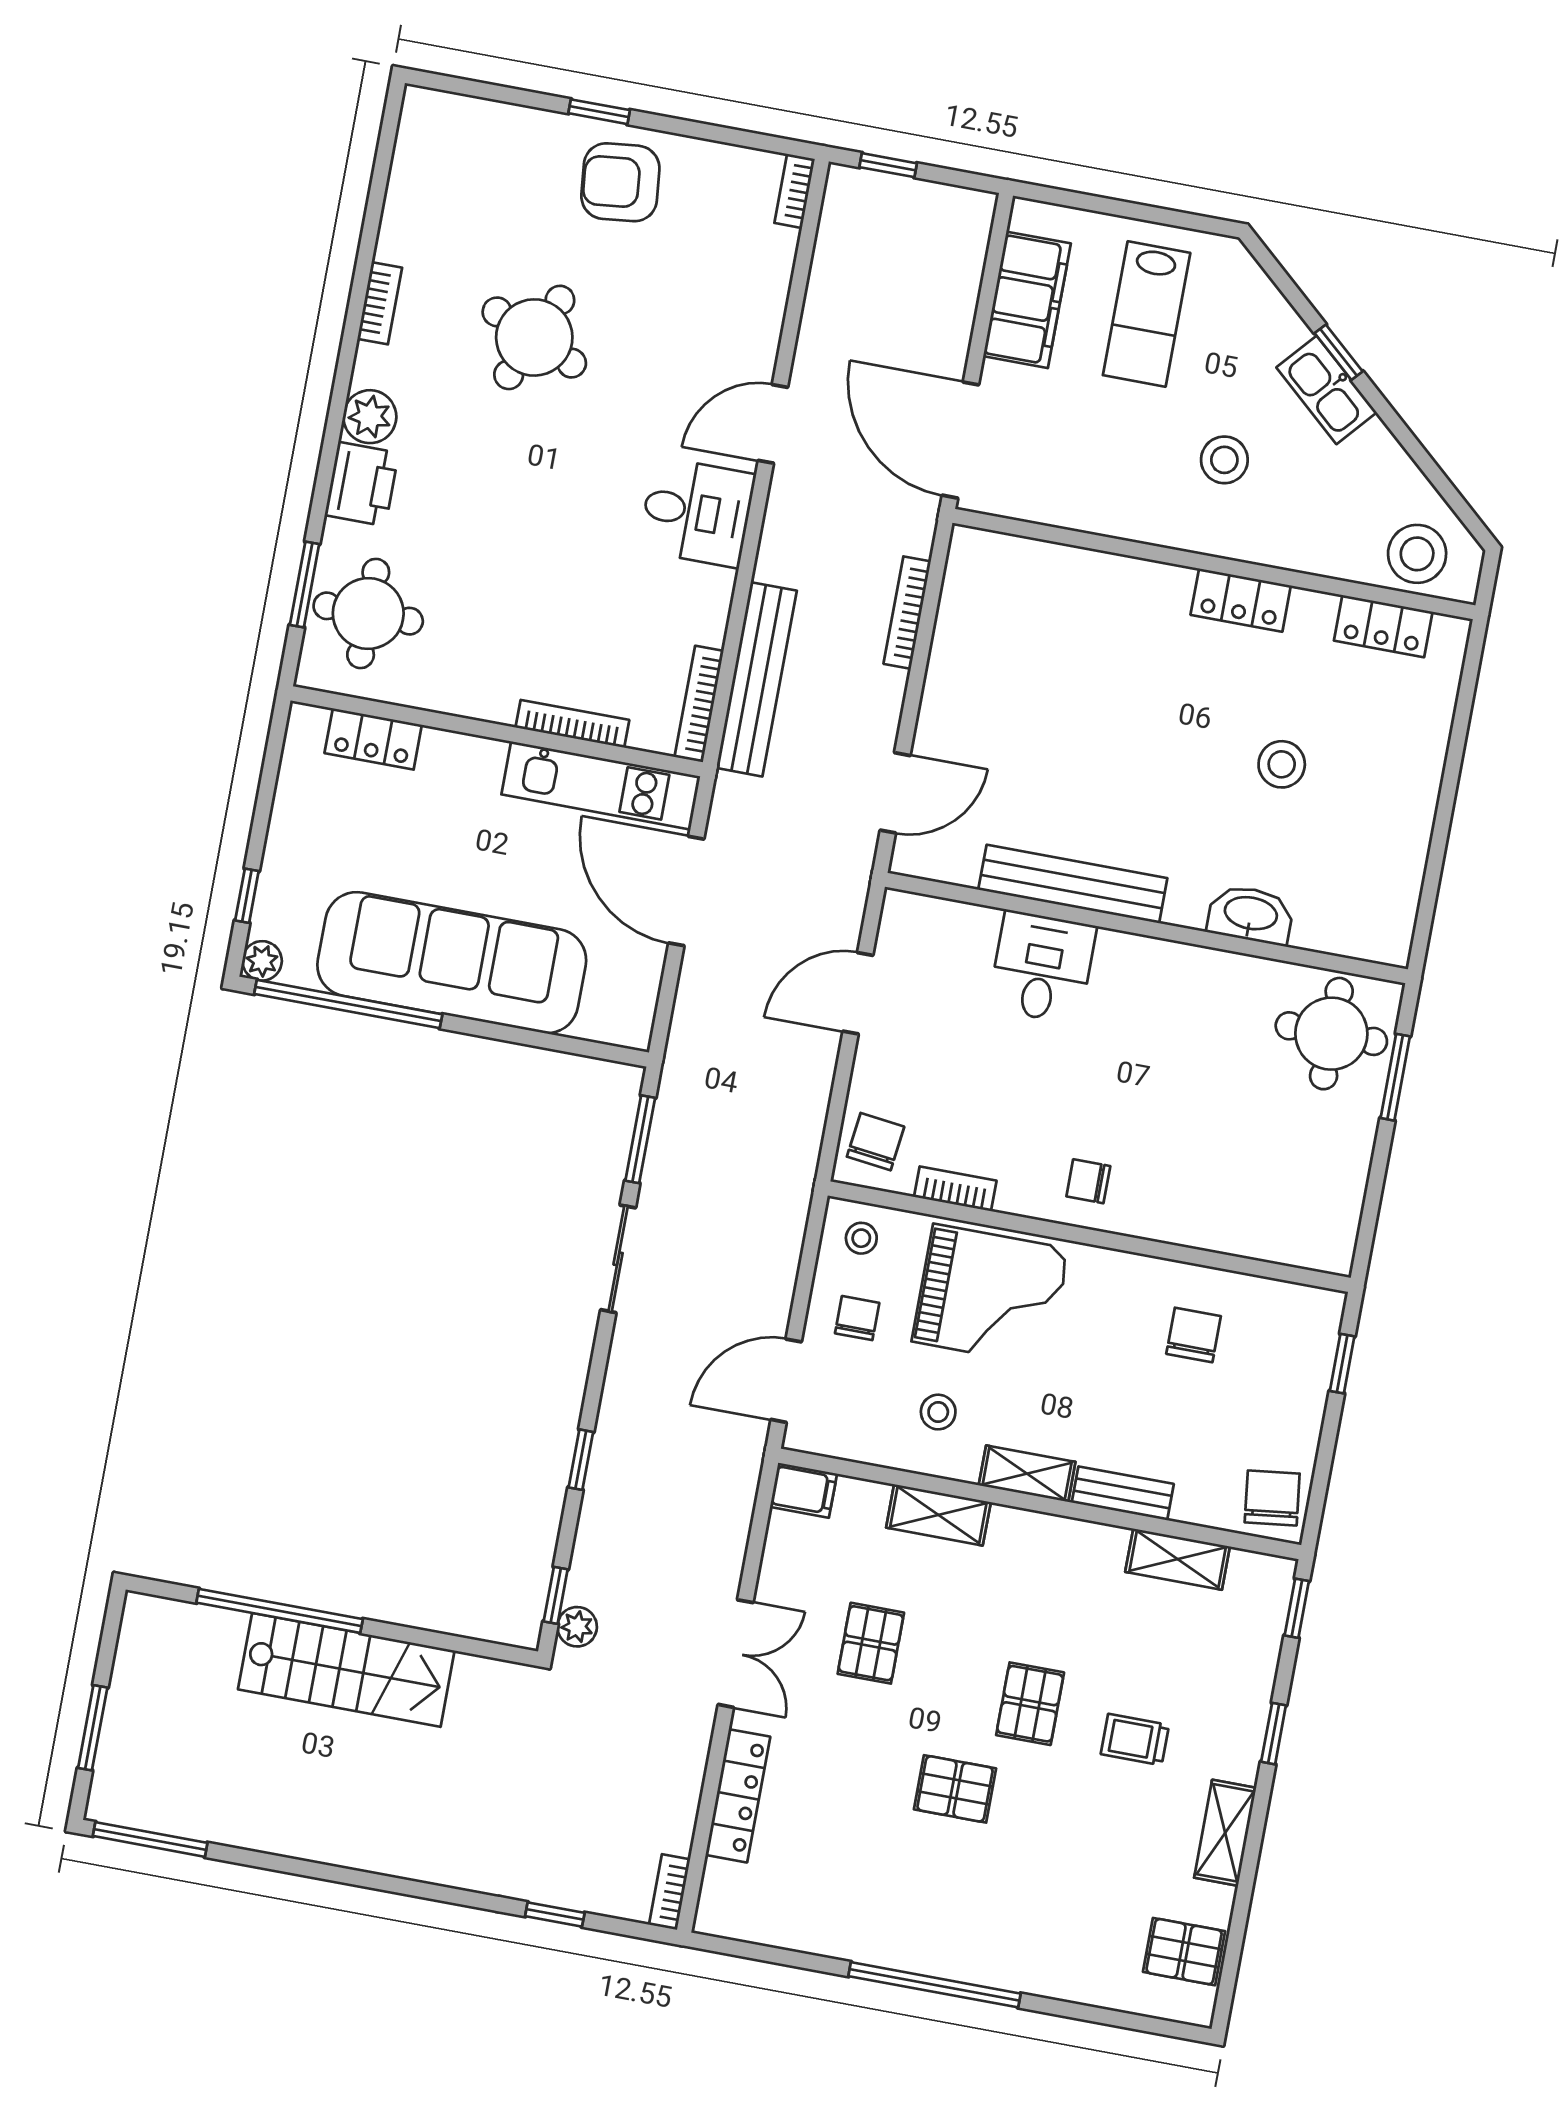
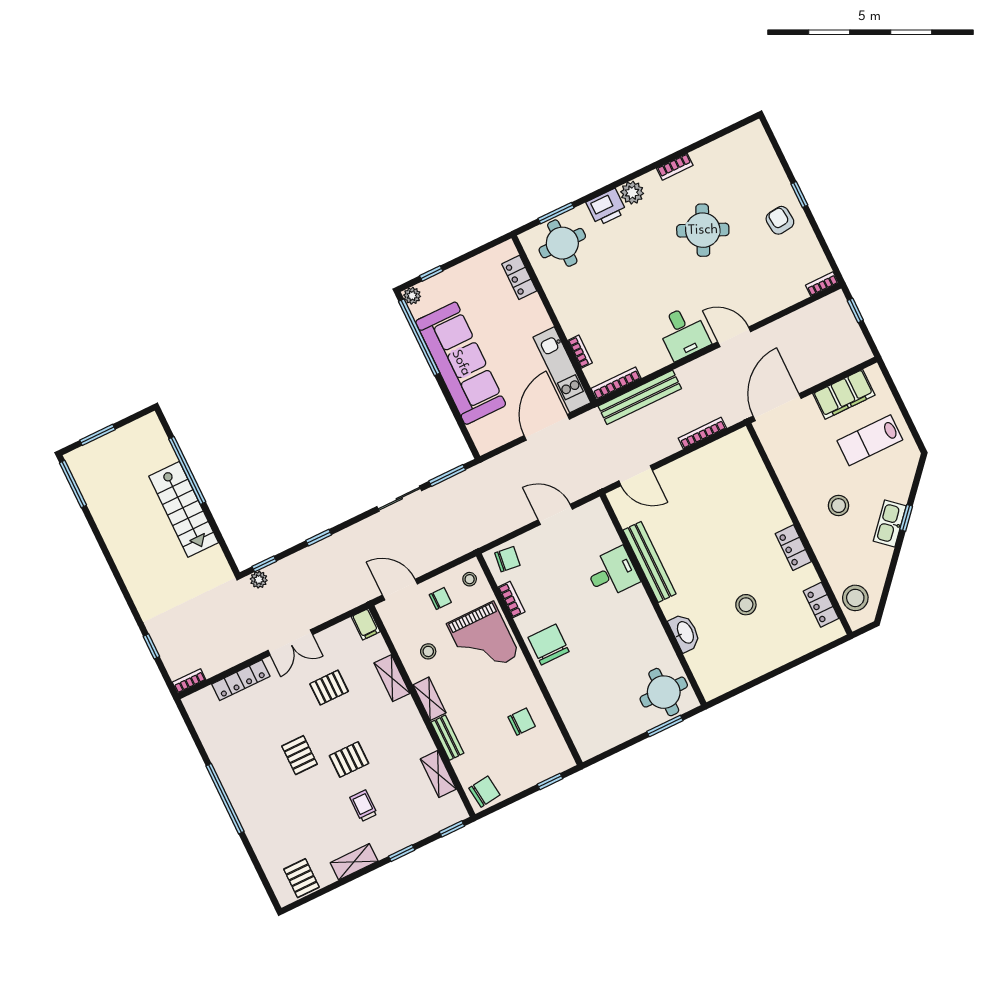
armchair: (620, 182) -> (780, 220), width x0.72, depth x0.72
bookcase: (572, 724) -> (580, 352), width x0.64
chair: (1088, 1181) -> (549, 645), width x1.87, depth x1.87

